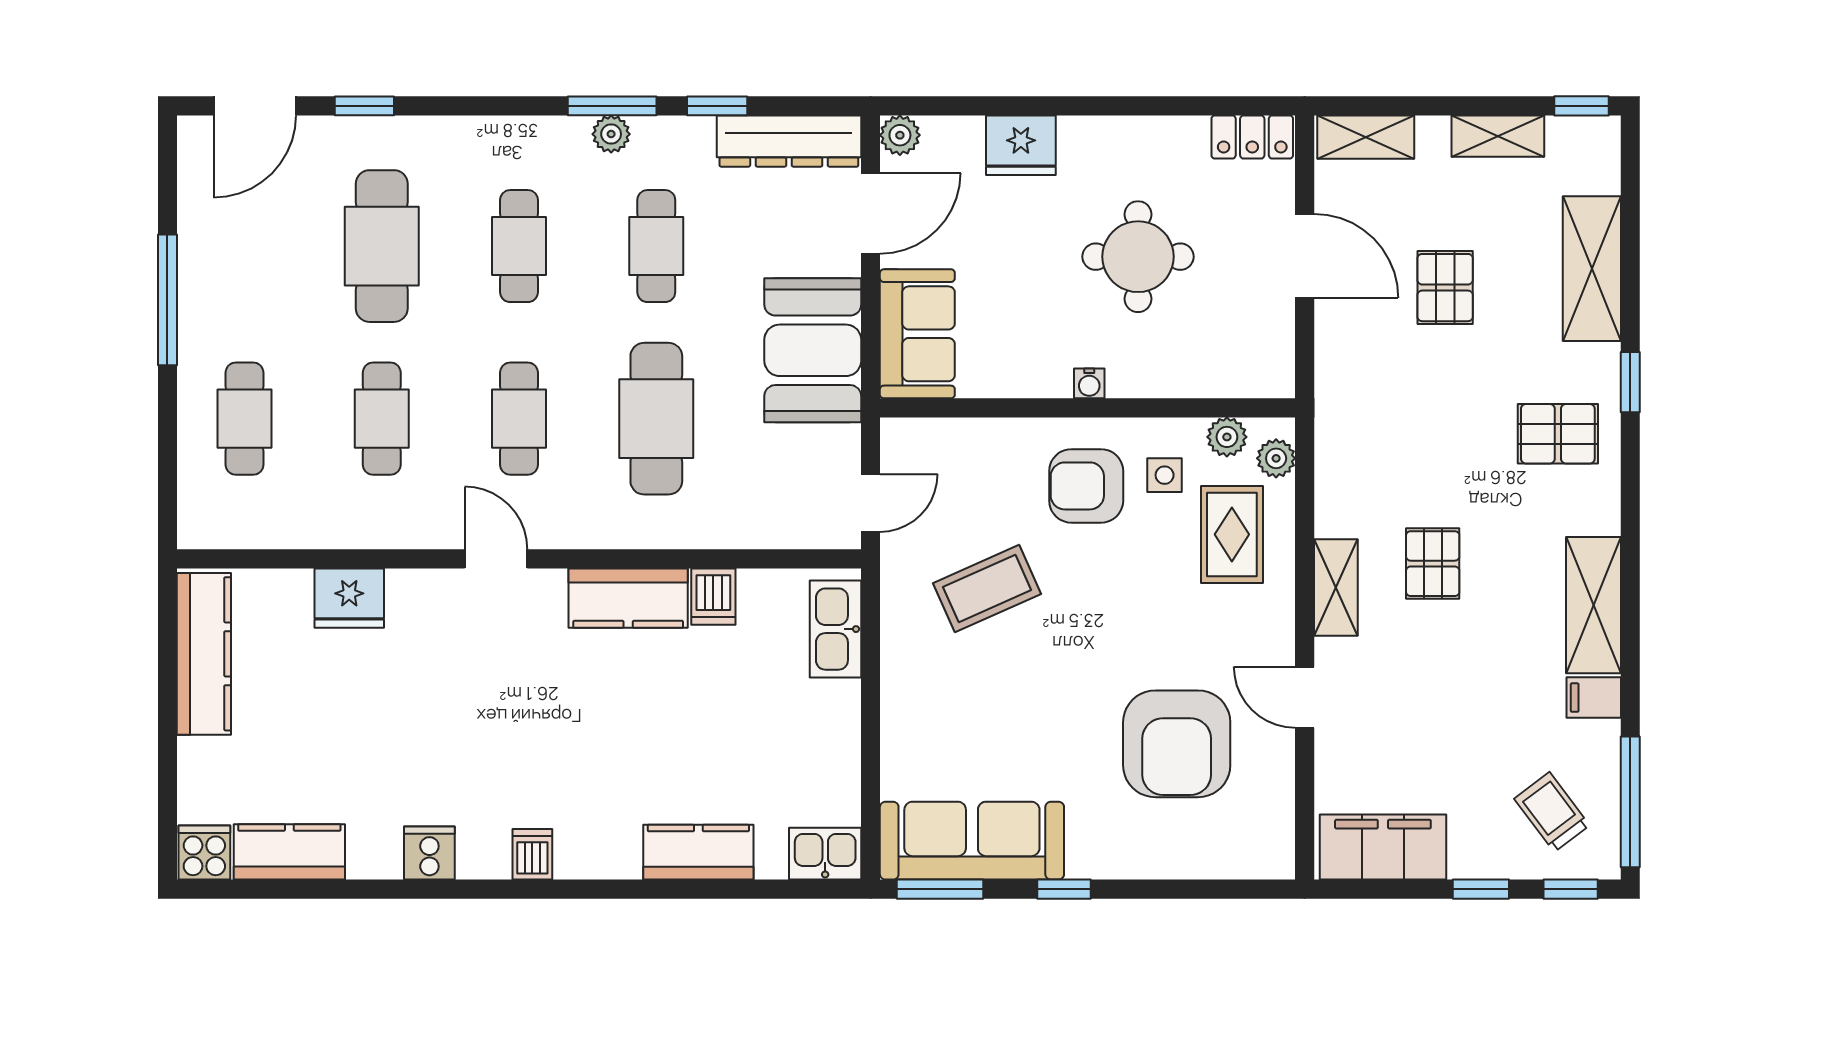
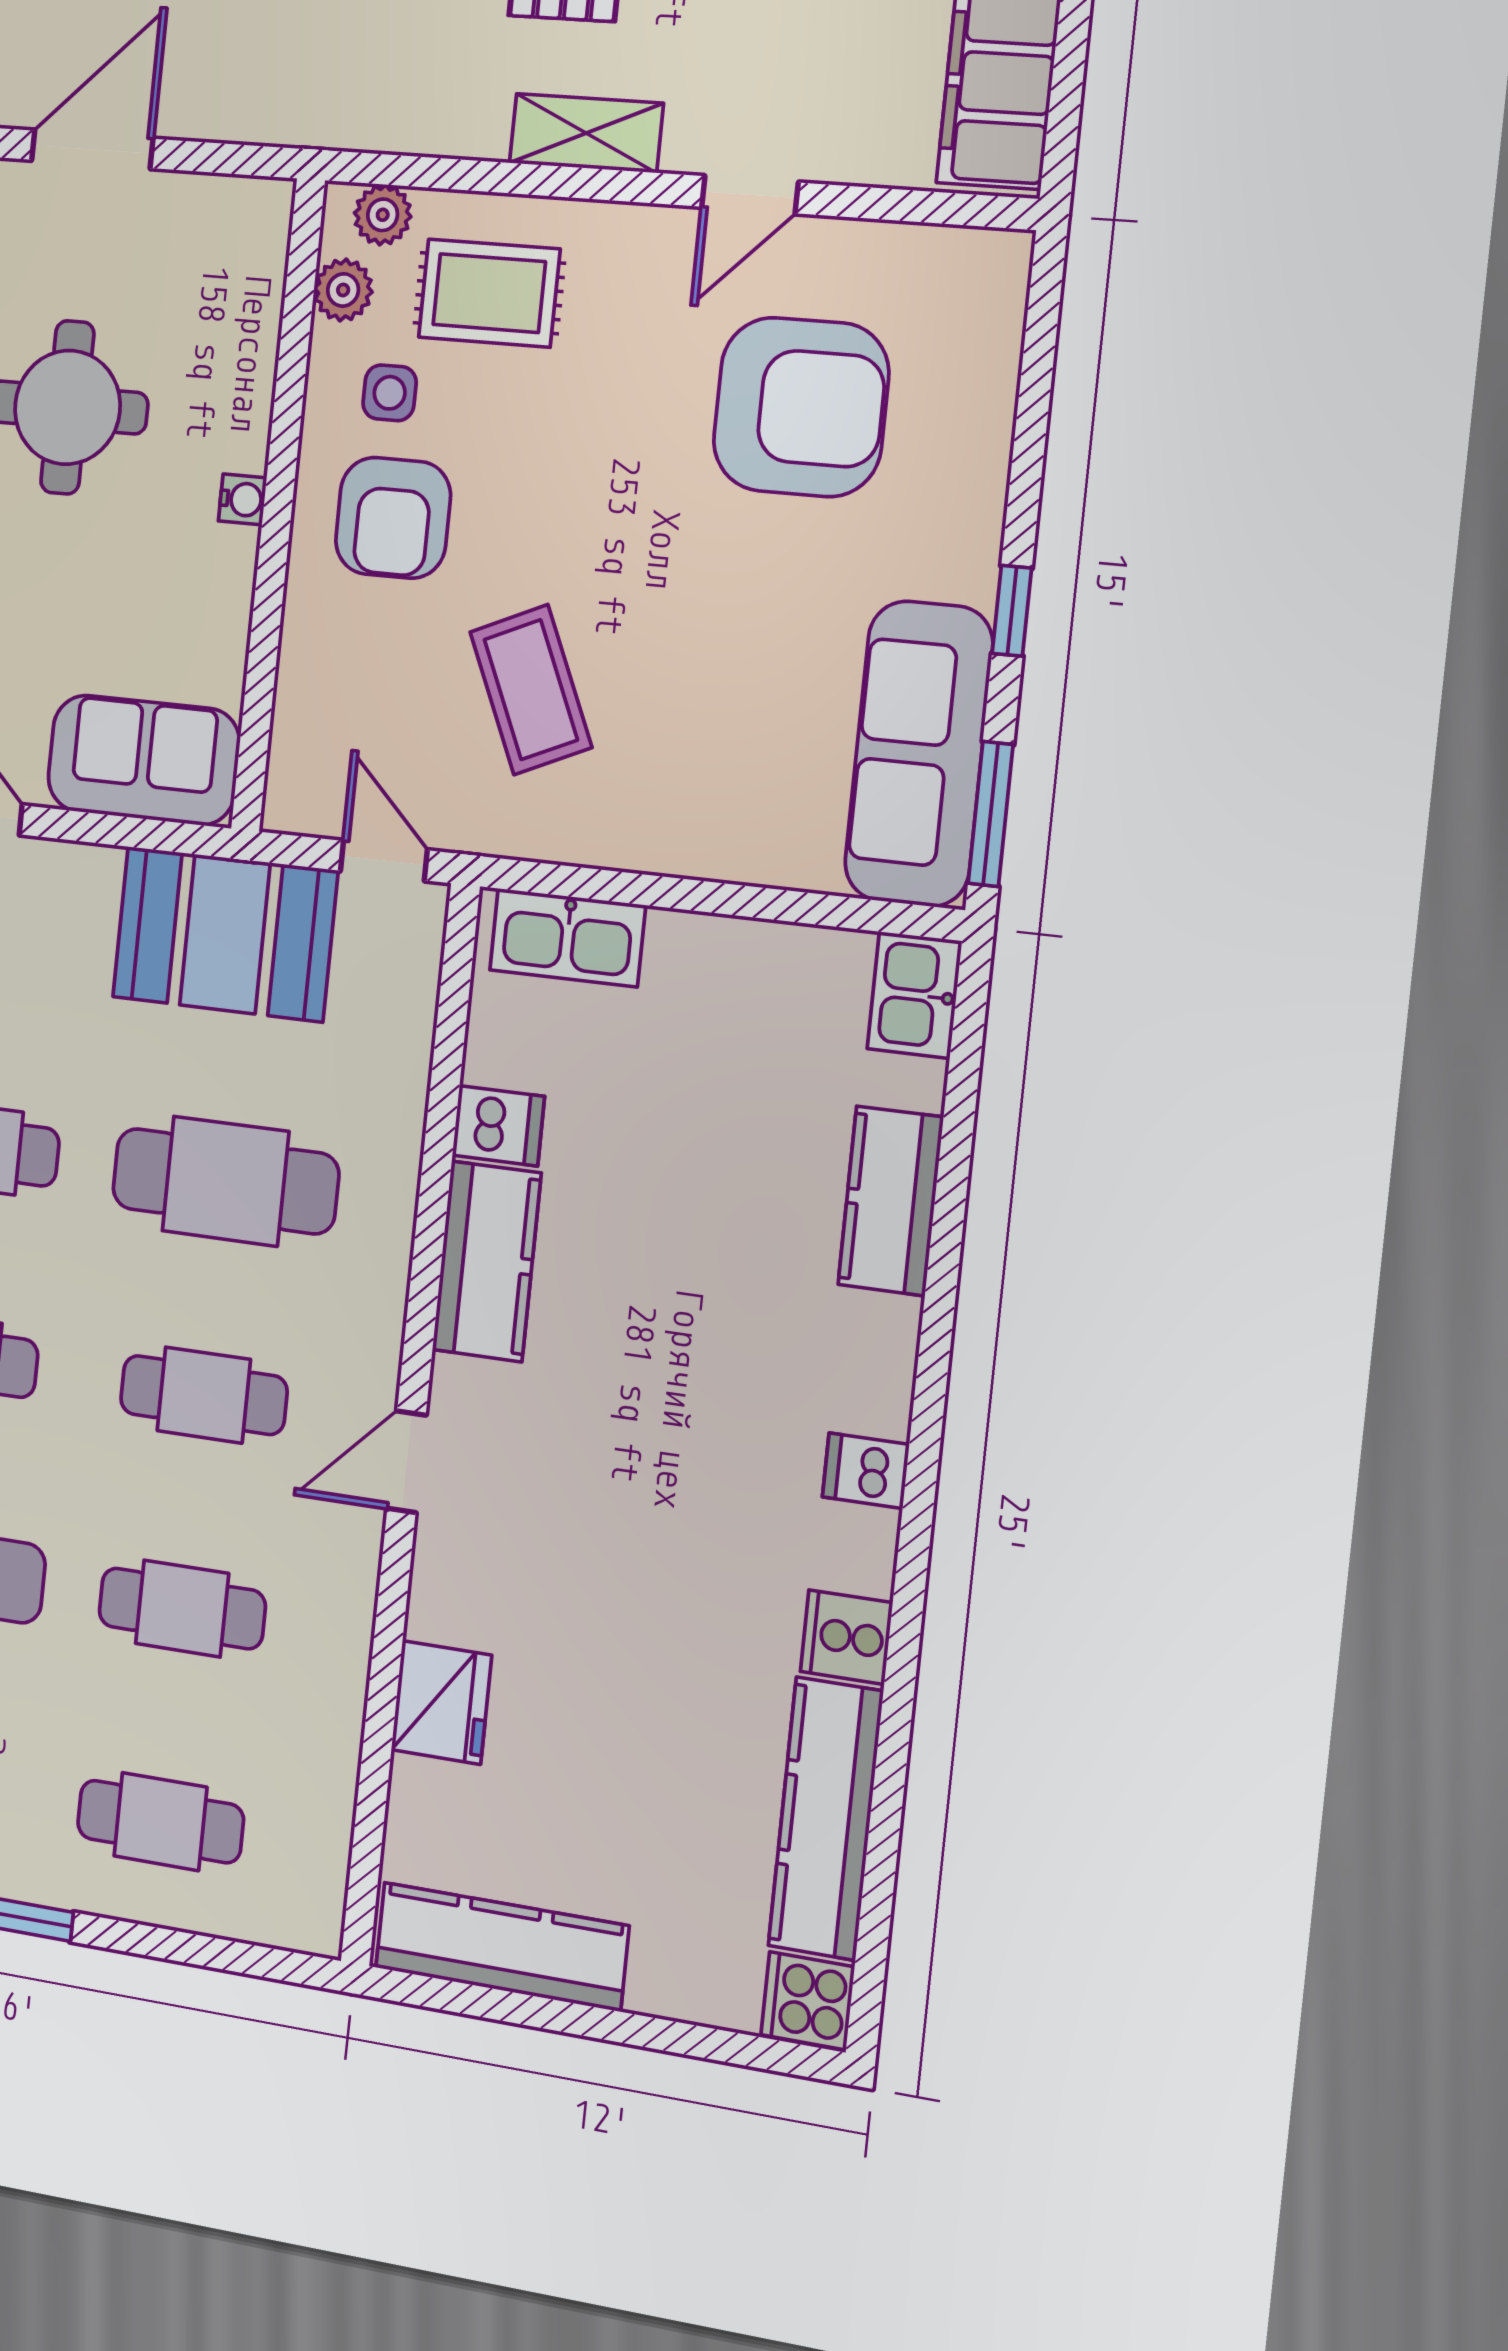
booth: (813, 350) -> (225, 934), moved
kitchen counter: (289, 852) -> (826, 1819), width x1.50

